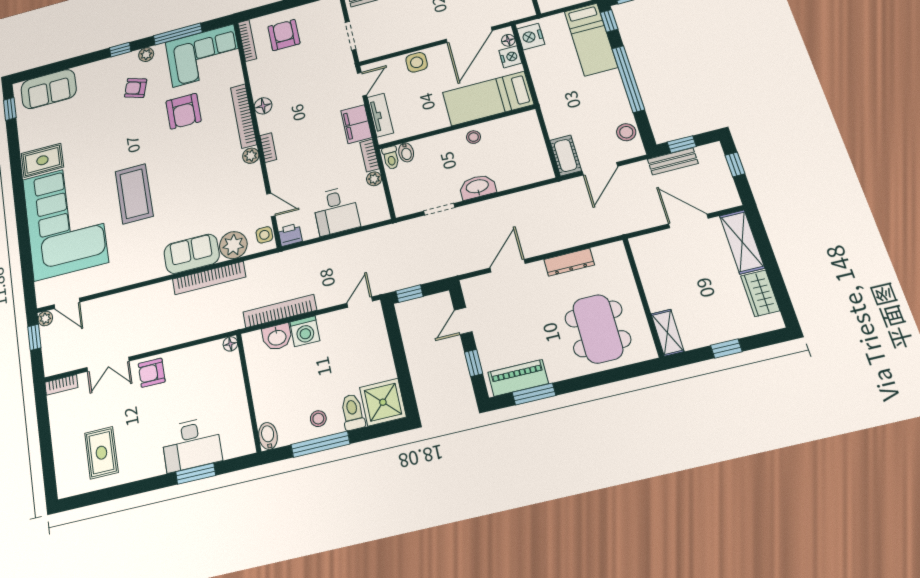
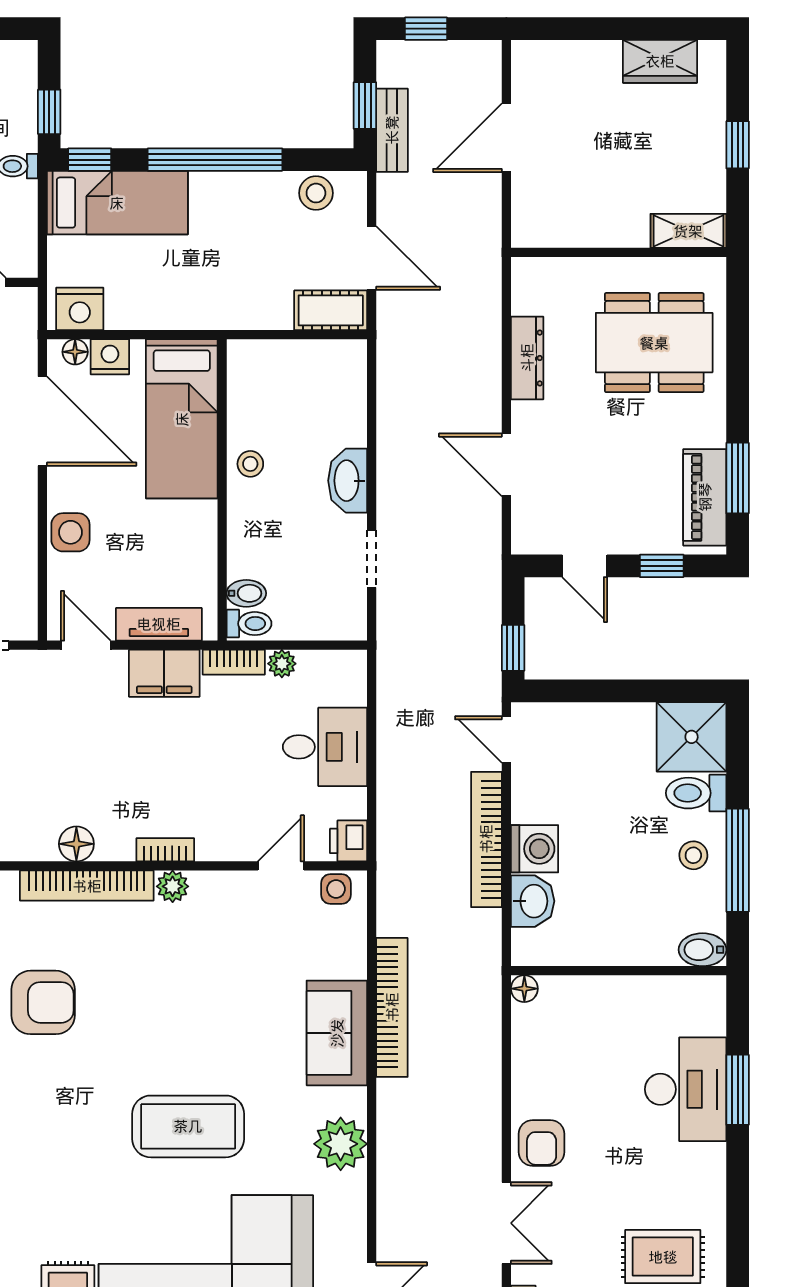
shelving: (742, 242) -> (565, 62), removed
plant: (233, 245) -> (341, 1144), moved
bookcase: (280, 311) -> (486, 839), moved

